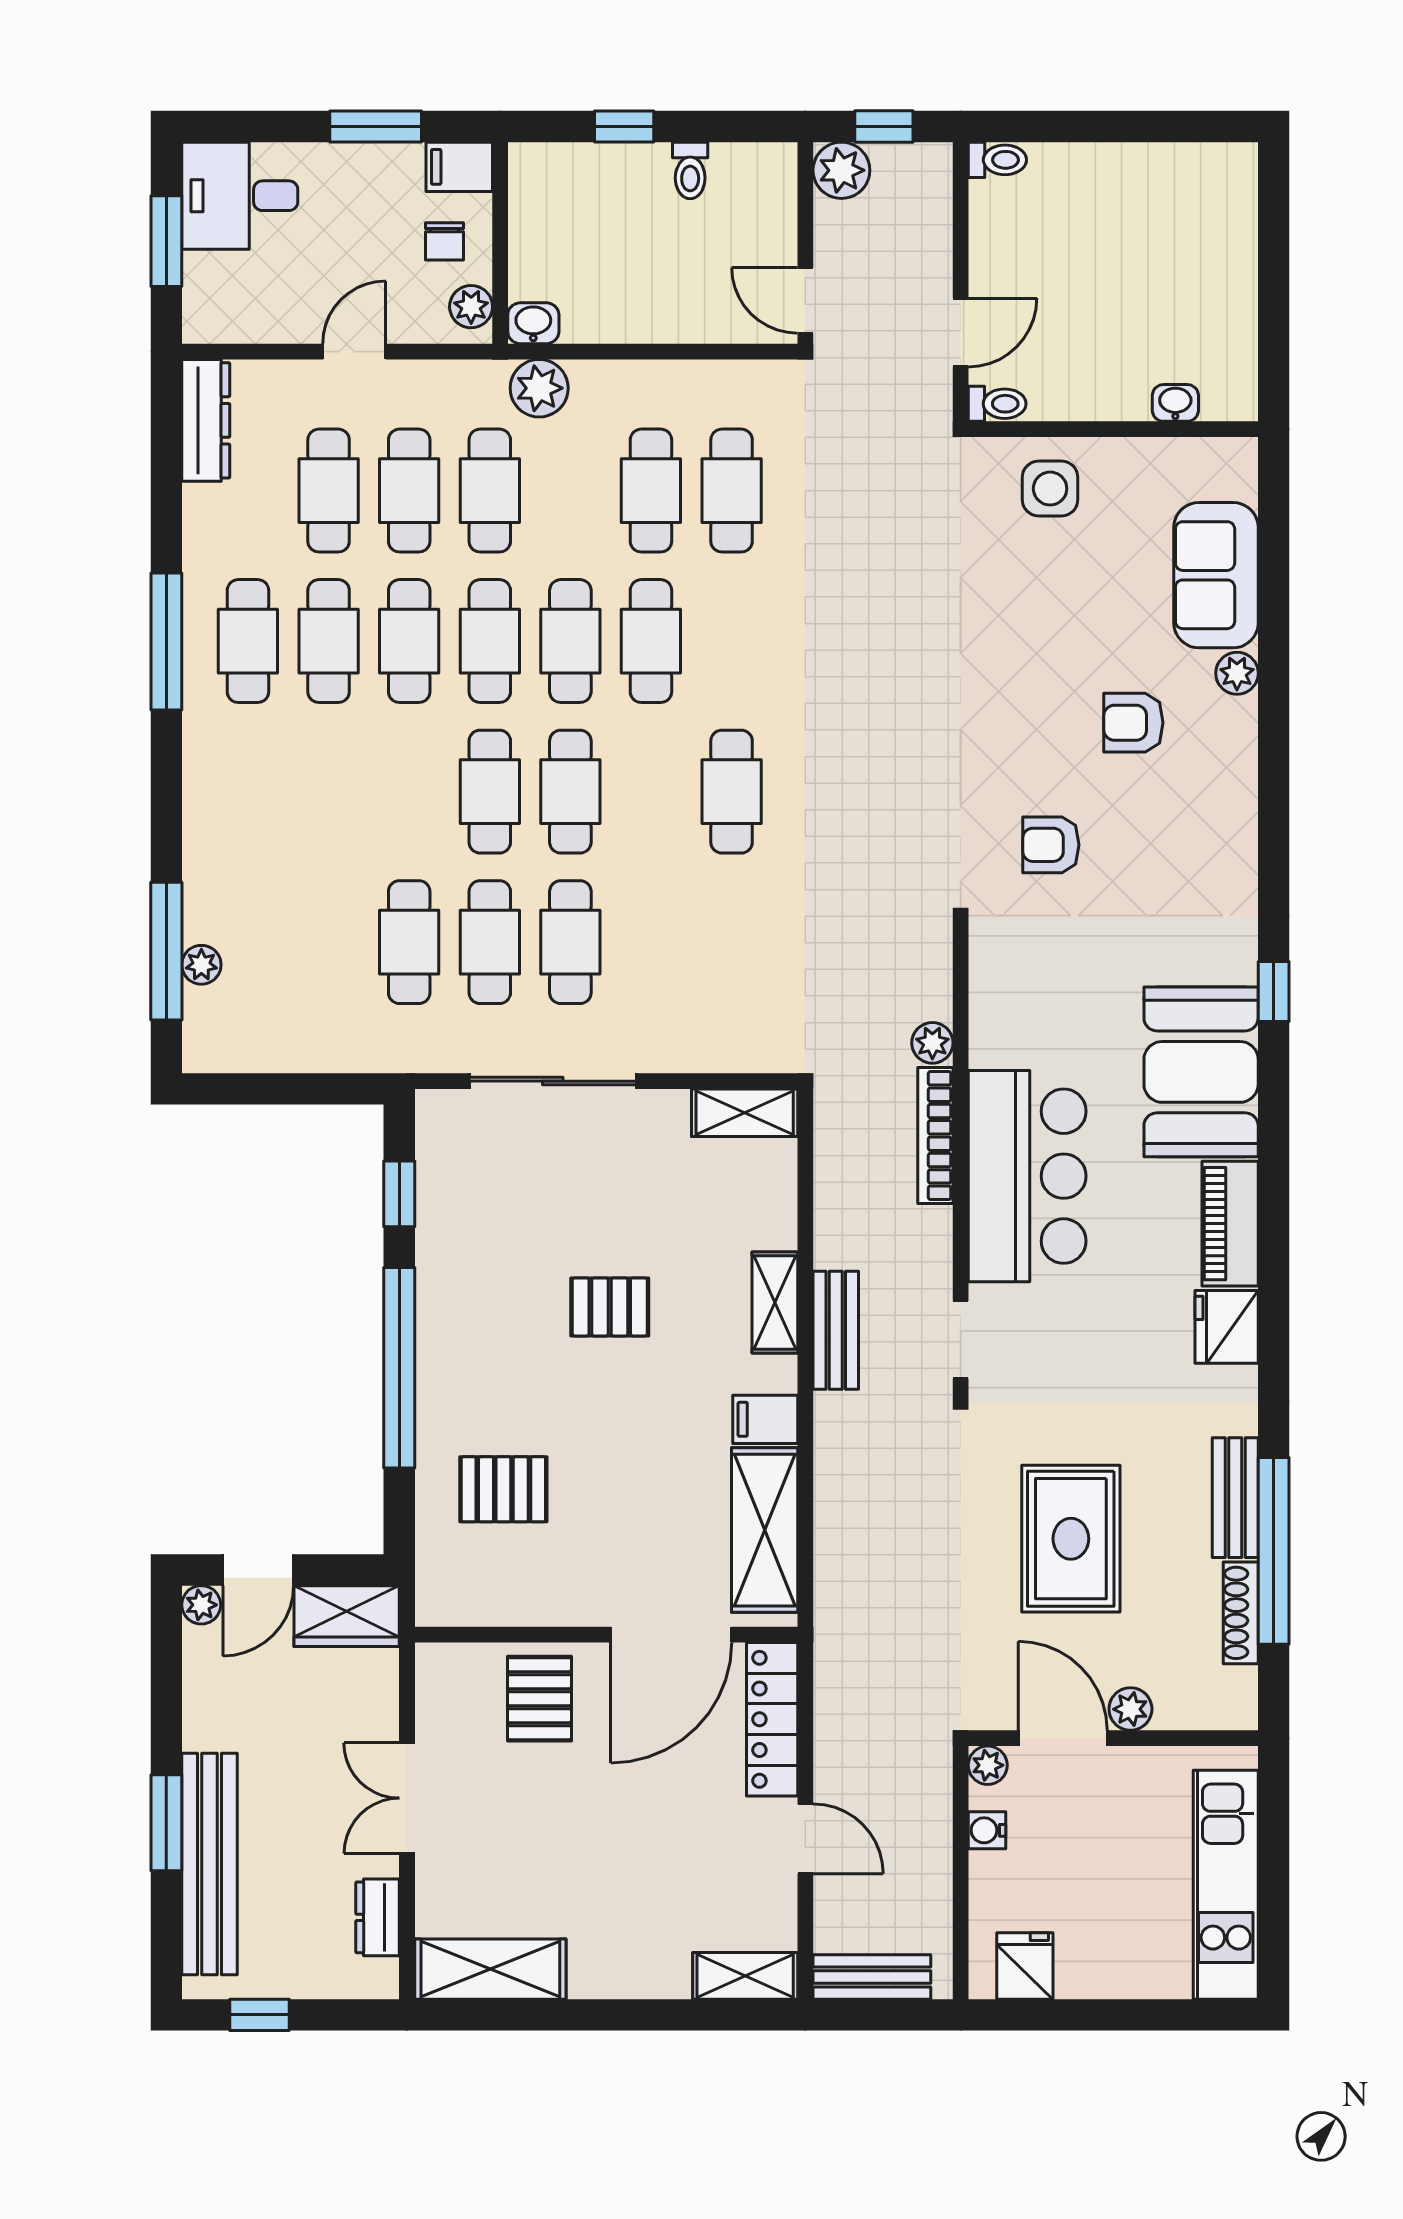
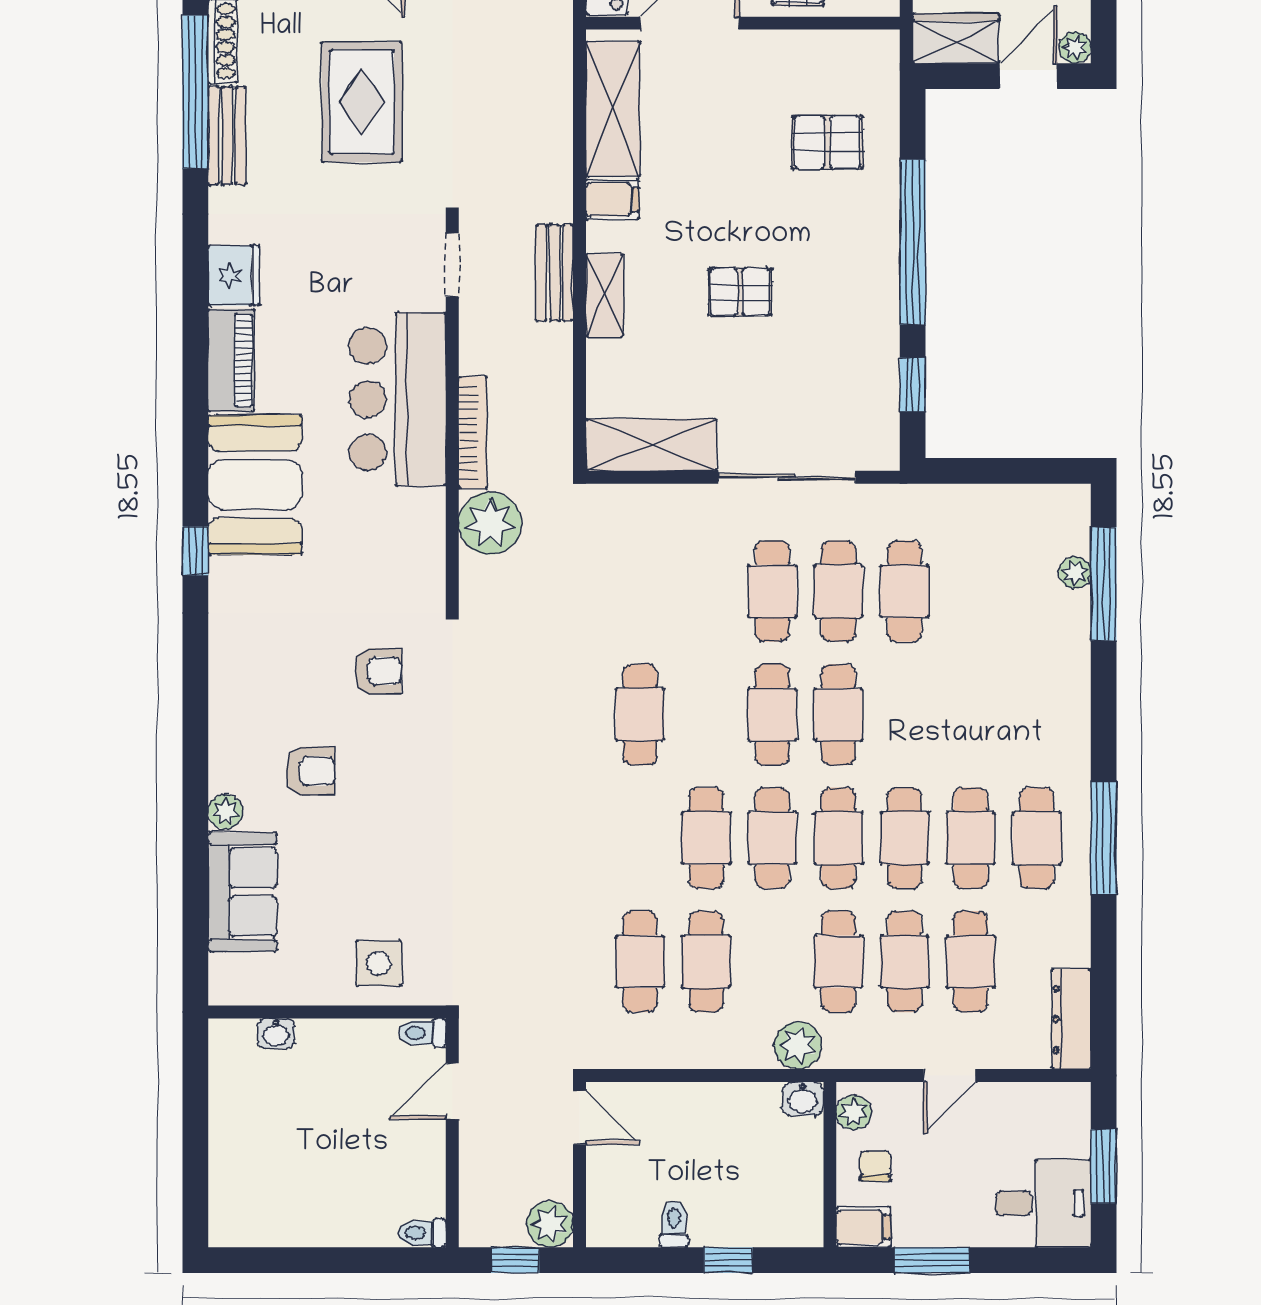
plant: (932, 1043) -> (490, 523), width x1.88, depth x1.88
shelving: (745, 1113) -> (651, 445), width x1.50, depth x1.33

